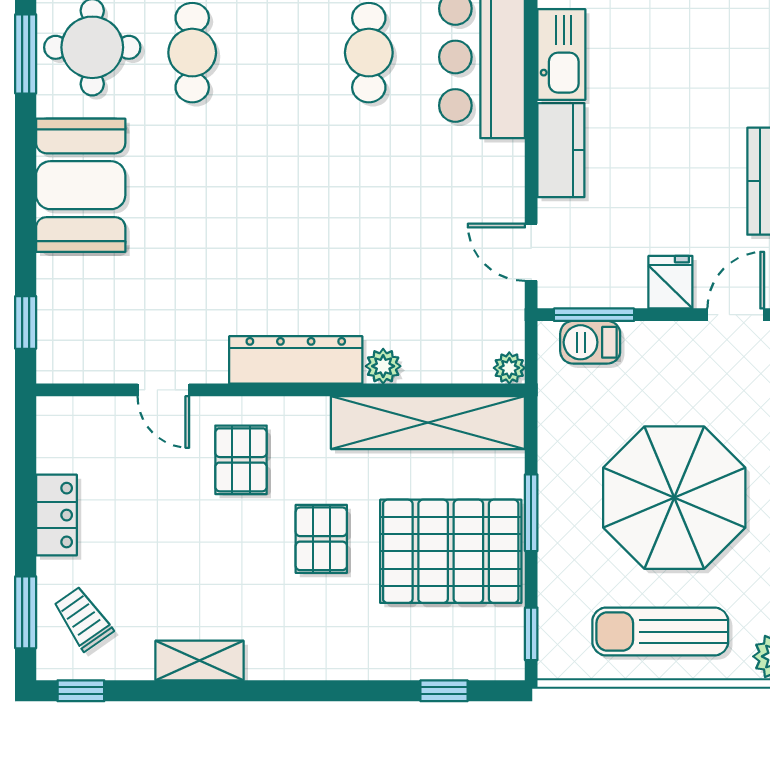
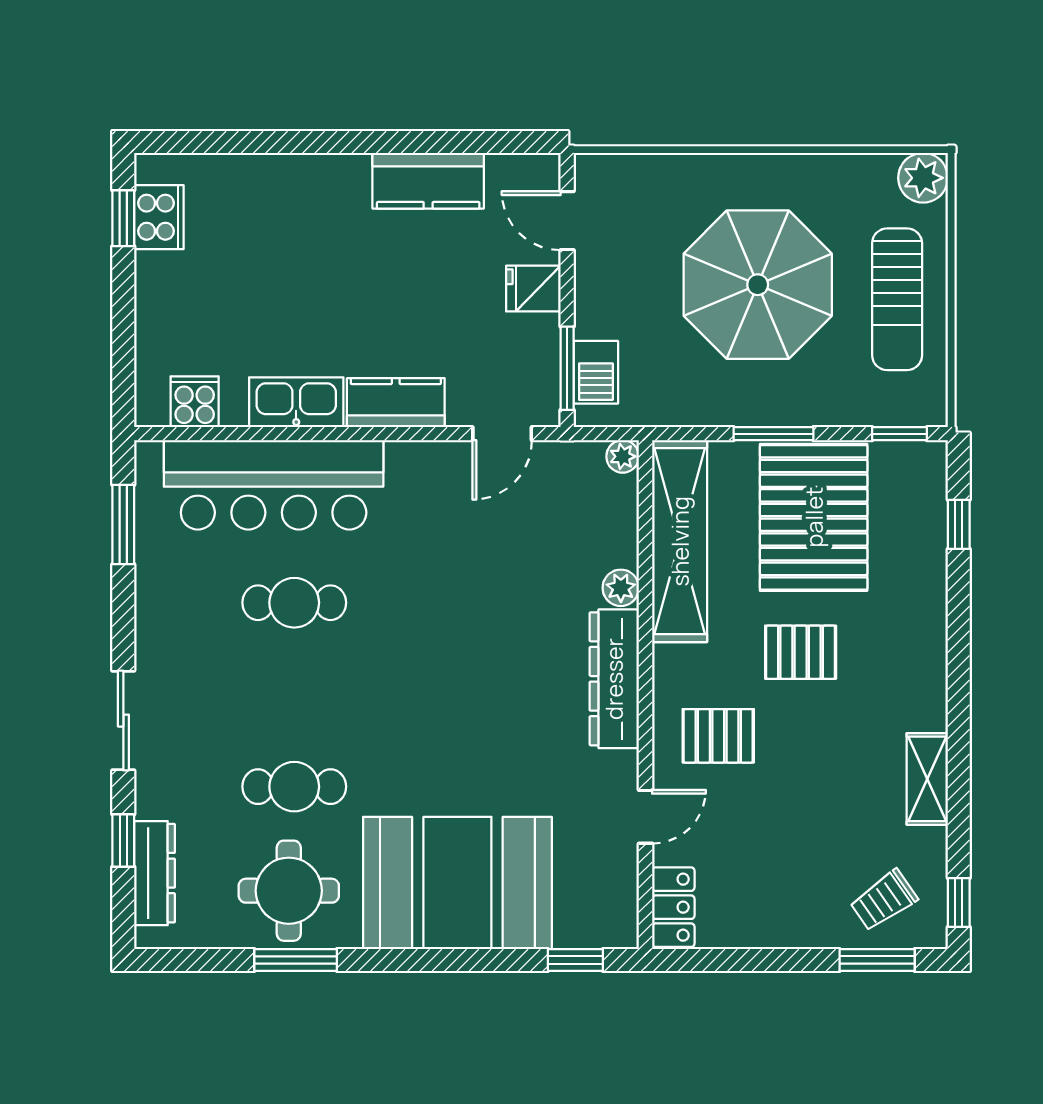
booth: (81, 185) -> (457, 883), width x1.36, depth x1.42
locker: (56, 515) -> (673, 907), moved, turned 90

